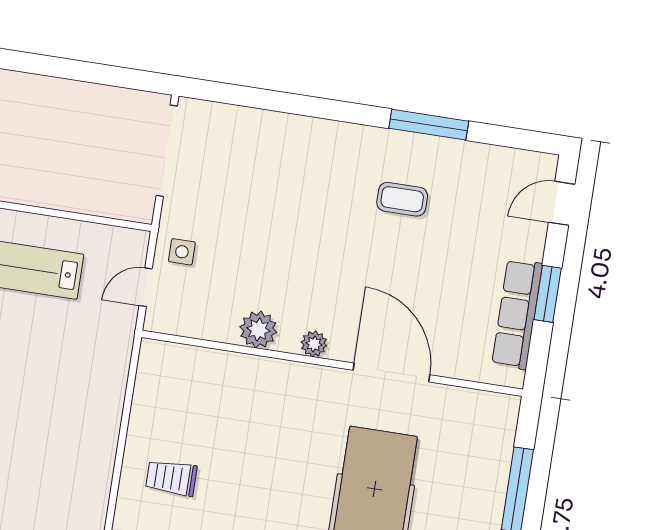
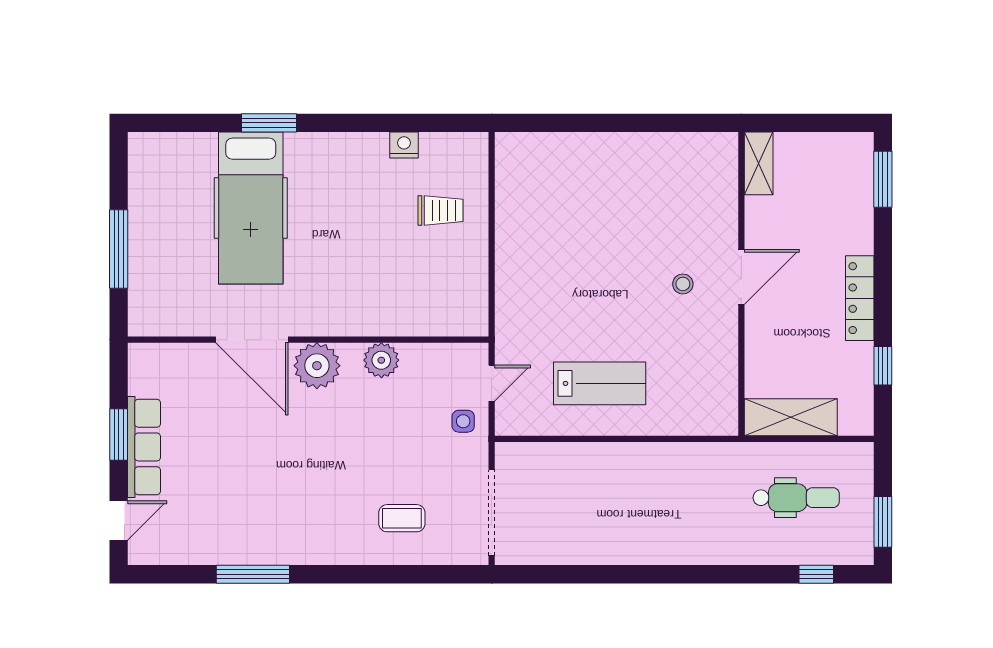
coffee table: (402, 199) -> (402, 518), moved
row of seats: (517, 314) -> (144, 447), moved
plant: (314, 344) -> (317, 366), width x1.87, depth x1.87

